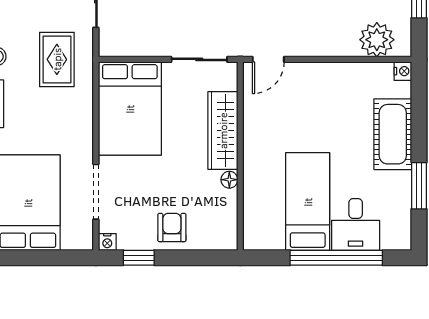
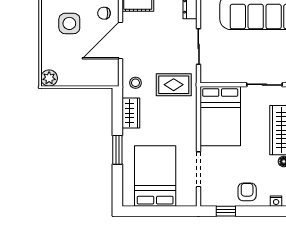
rug: (57, 59) -> (174, 85), turned 90
nightstand: (107, 242) -> (276, 201), moved

